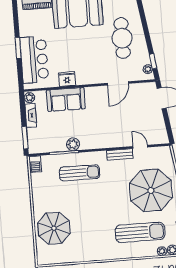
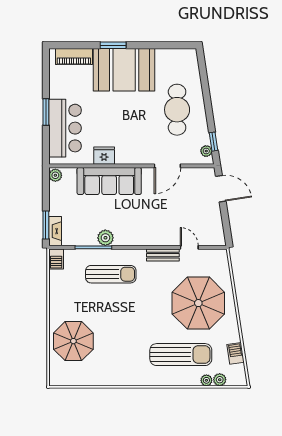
sofa: (66, 99) -> (109, 181), width x1.36
fireplace: (31, 115) -> (55, 231), moved

